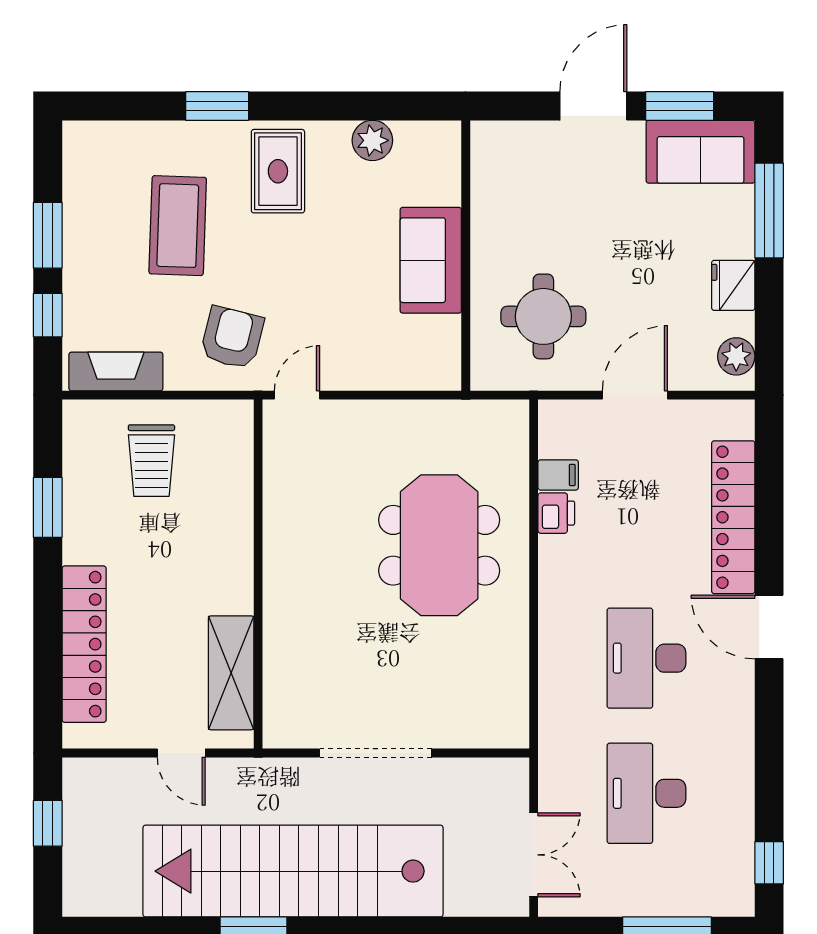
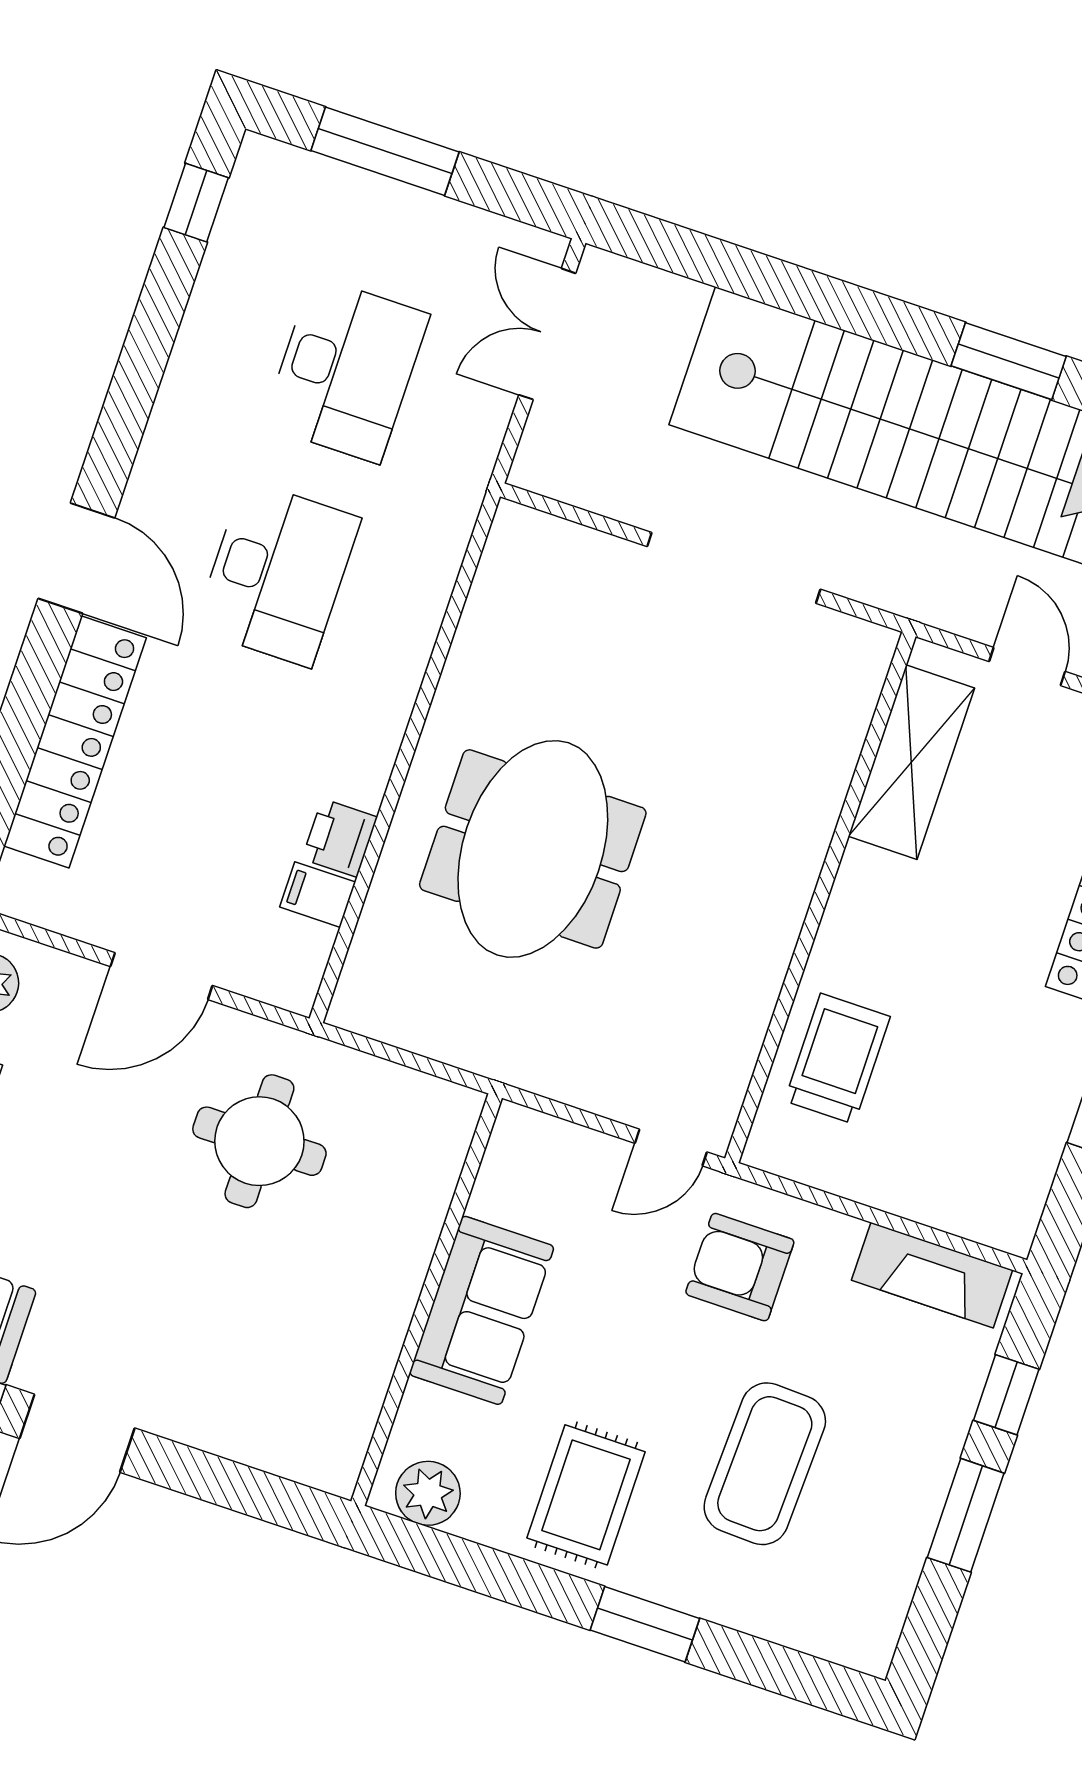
wall: (466, 256) -> (427, 1300), moved
sofa: (431, 260) -> (482, 1310), moved
armchair: (232, 338) -> (740, 1267), turned 76
trolley: (151, 461) -> (837, 1059), moved

